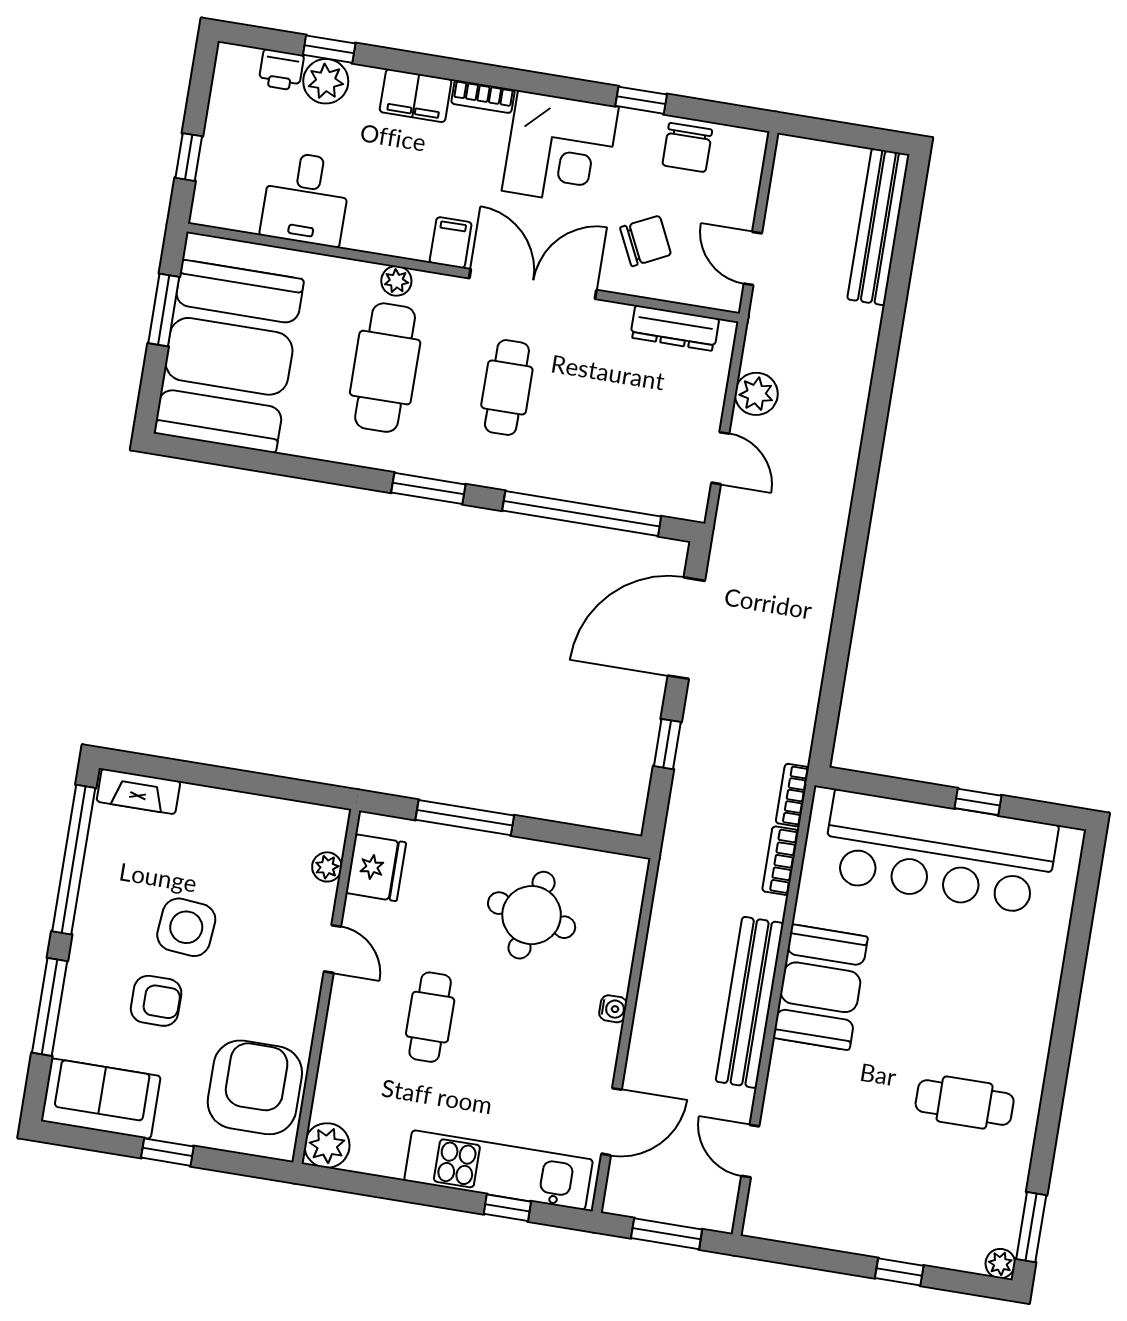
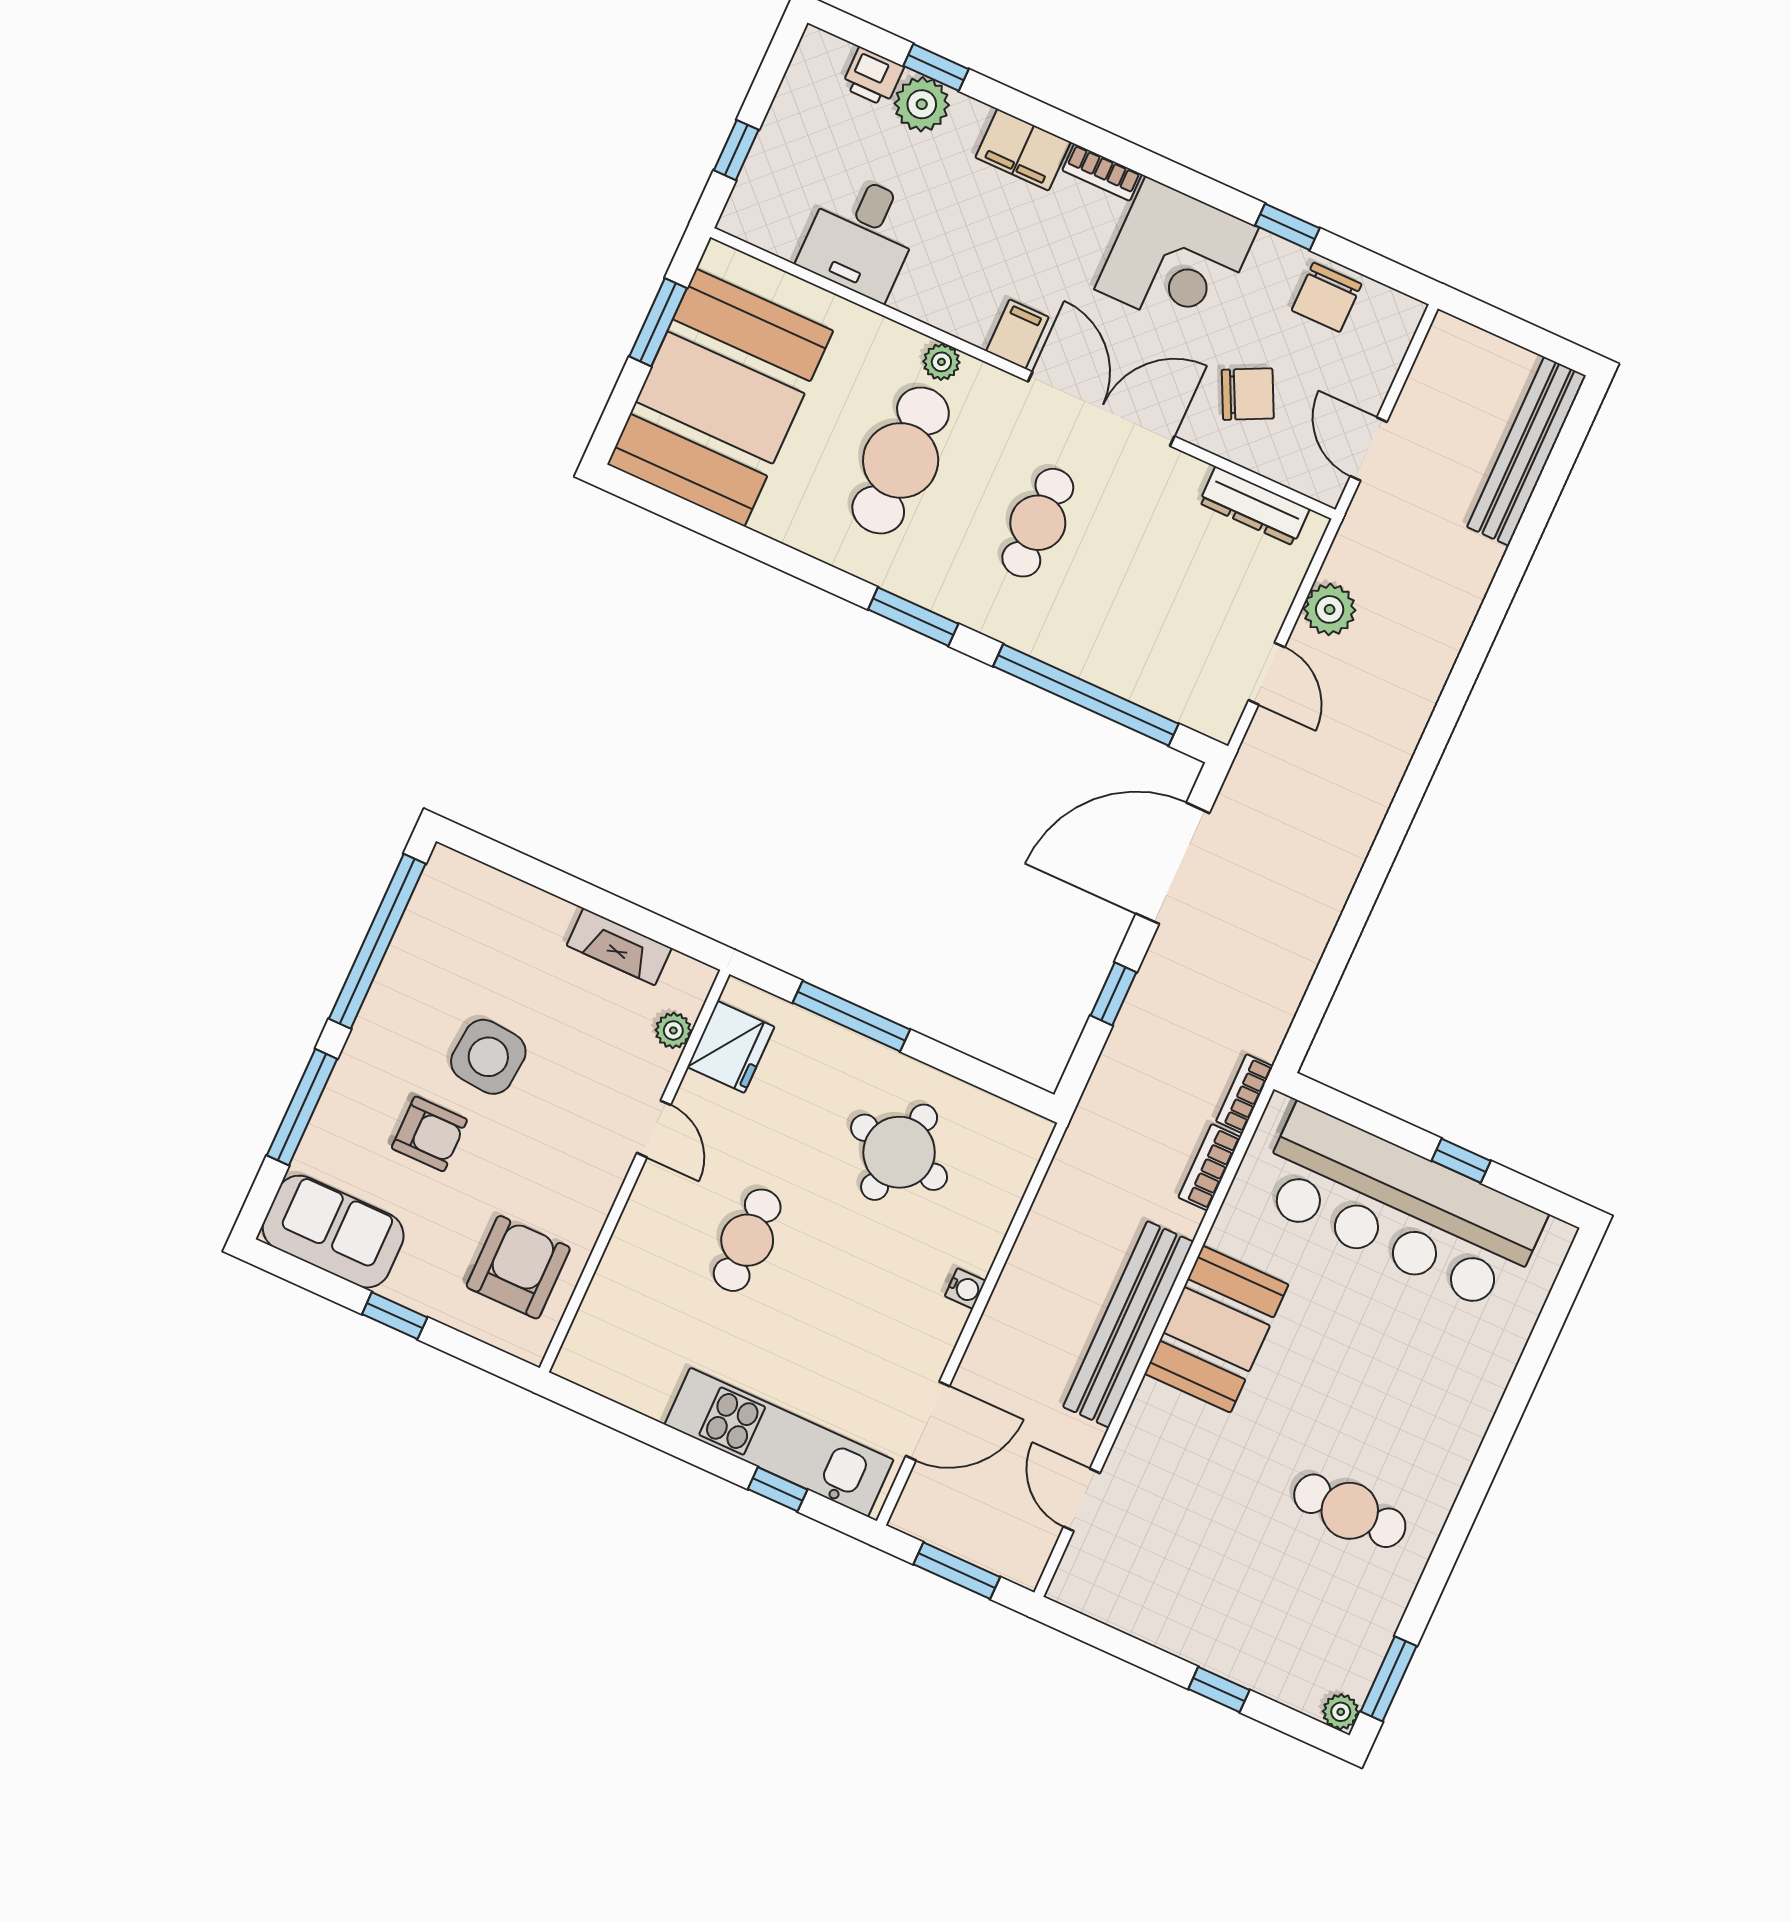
fireplace: (138, 791) -> (619, 947), moved
armchair: (255, 1087) -> (518, 1267), width x0.73, depth x0.73
plant: (327, 1145) -> (585, 1359), removed

